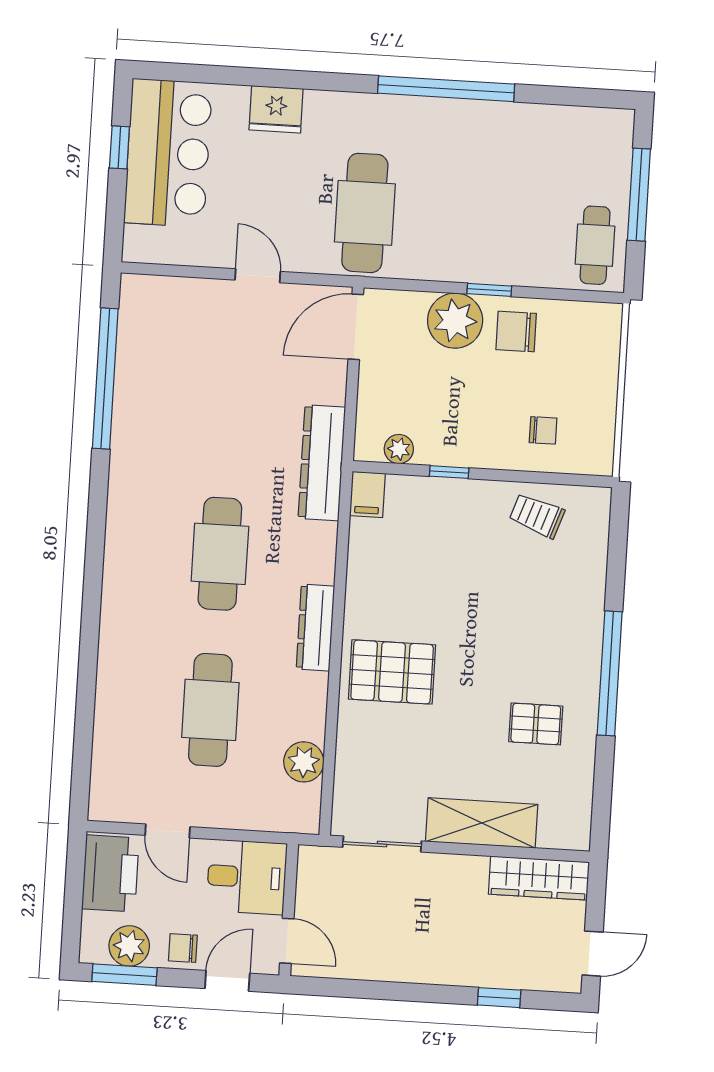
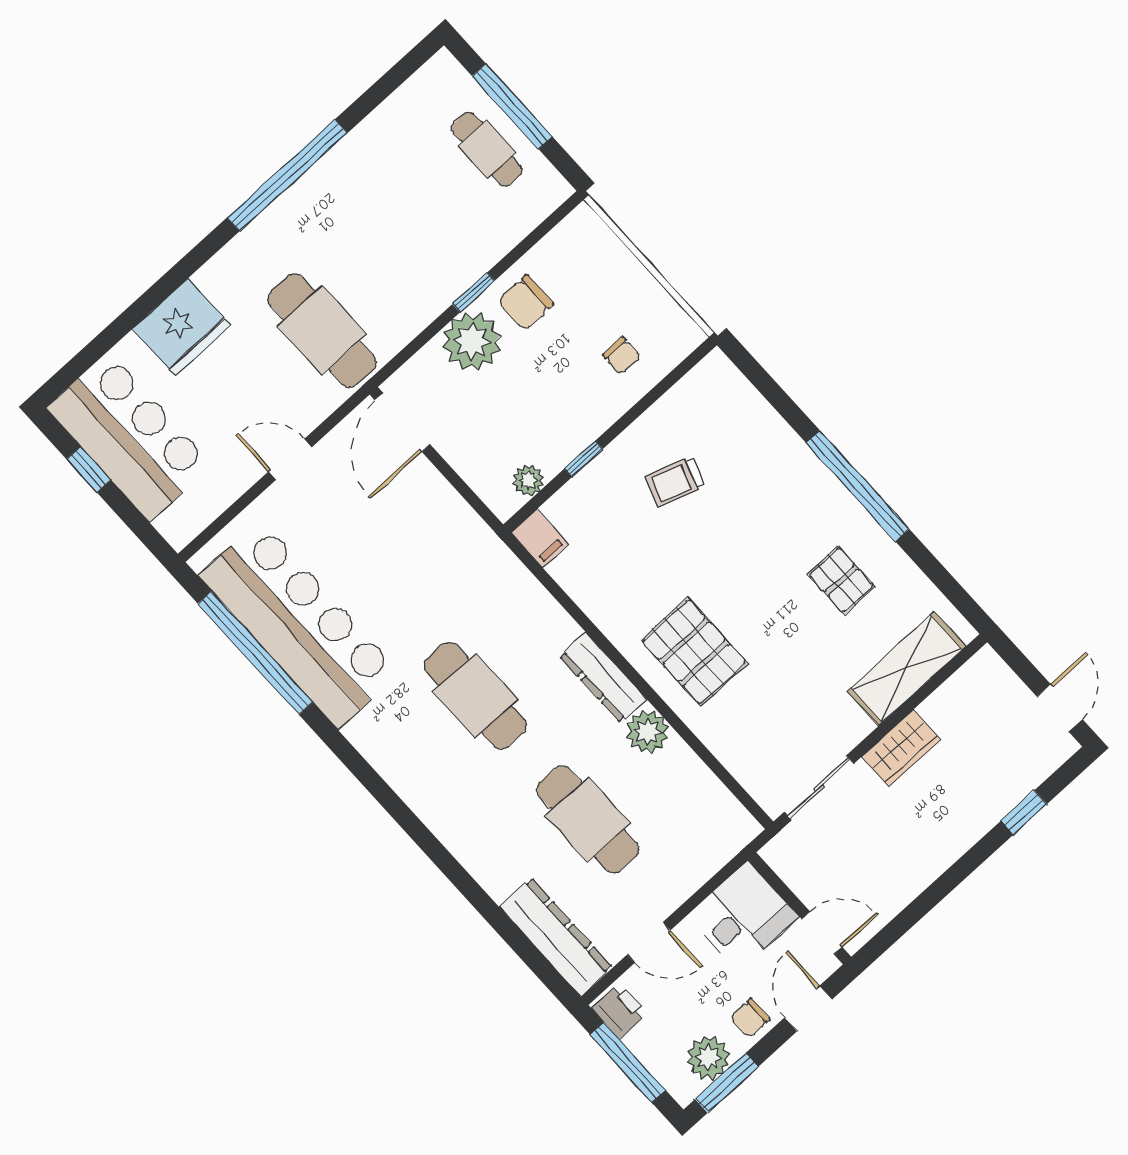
fridge: (276, 109) -> (182, 327), width x1.36, depth x1.34
cafe table: (595, 245) -> (487, 149), moved
bar counter: (153, 389) -> (299, 624), added
chair: (543, 430) -> (622, 356), turned 90
dresser: (322, 463) -> (556, 937), moved, turned 180
trolley: (537, 516) -> (675, 482), moved
pallet: (392, 672) -> (694, 652), turned 90
pallet: (536, 724) -> (841, 580), turned 90
plant: (304, 762) -> (648, 732), moved
shelving: (482, 823) -> (906, 669), moved
printer: (110, 873) -> (619, 1011), width x0.53, depth x0.68
wardrobe: (539, 878) -> (901, 748), moved, width x0.67
window: (74, 895) -> (628, 1062), added

